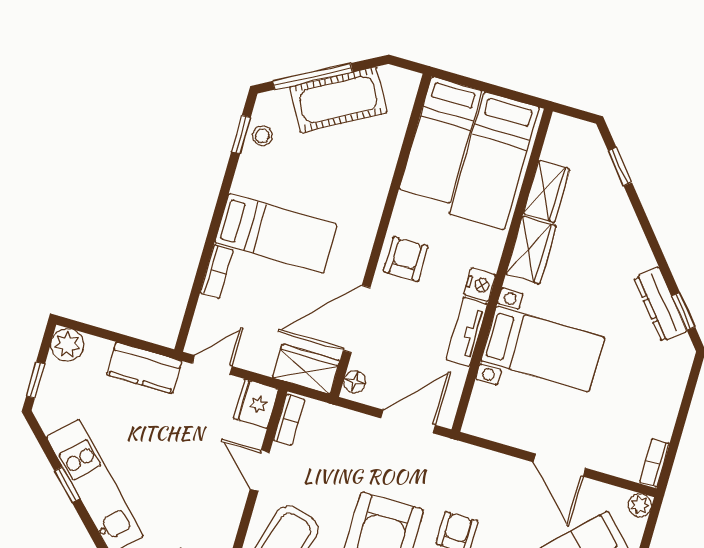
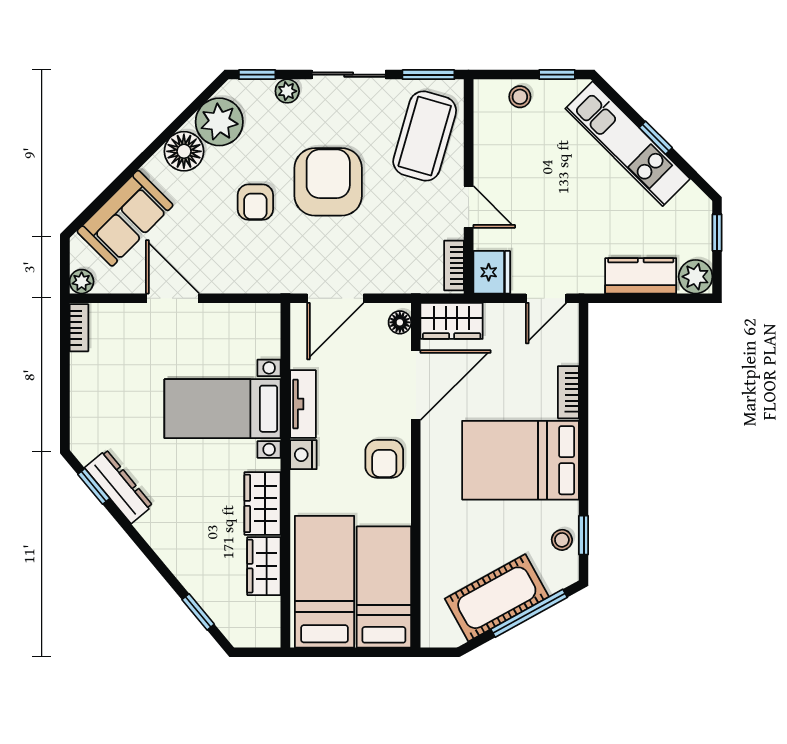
bed: (276, 233) -> (520, 460), width x1.50
kitchen counter: (144, 368) -> (641, 276), moved

